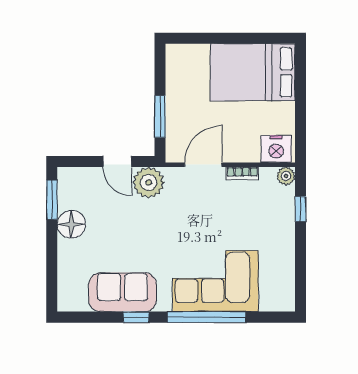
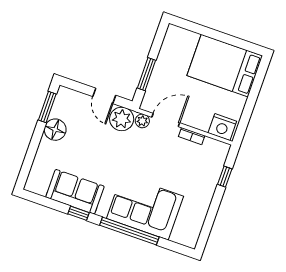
plant: (286, 176) -> (142, 121), moved

